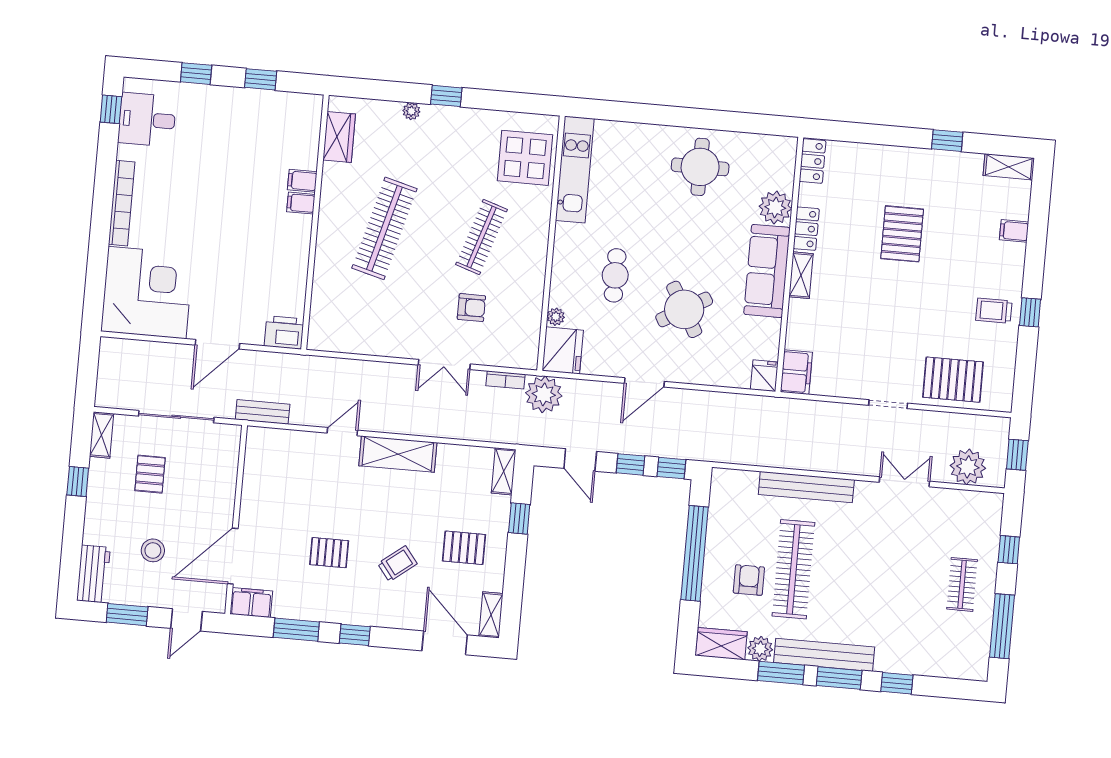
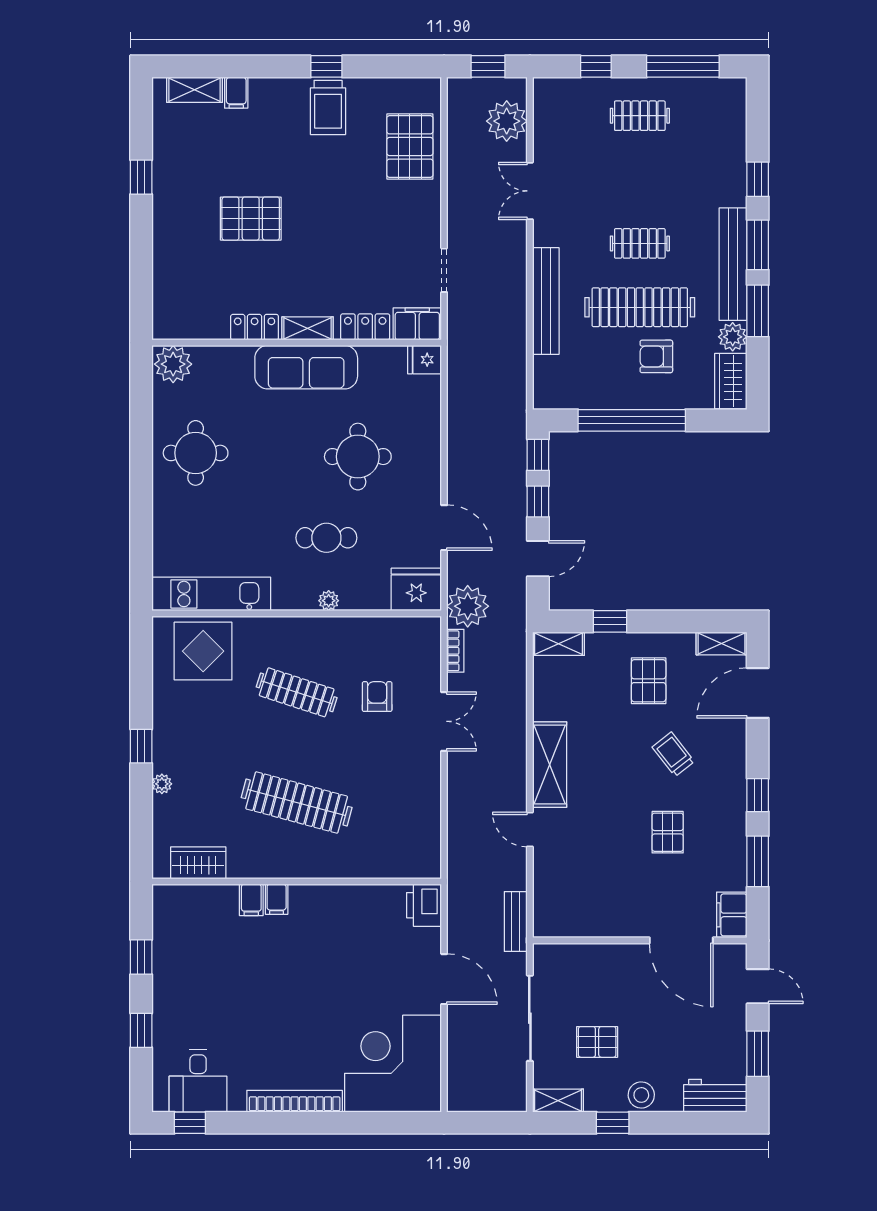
locker: (813, 161) -> (365, 327), moved
shelving: (1009, 167) -> (195, 90), moved, turned 90
plant: (775, 208) -> (173, 364), moved
round table: (684, 309) -> (358, 457), turned 30
trolley: (994, 311) -> (328, 107), width x1.36, depth x1.39
plant: (556, 317) -> (329, 601), moved
door: (644, 382) -> (444, 528), moved
doorway: (888, 404) -> (444, 270), moved
stool: (153, 550) -> (641, 1095), moved
clothes rail: (850, 574) -> (640, 243), added

